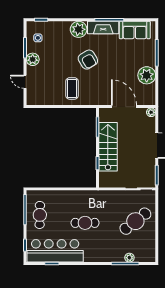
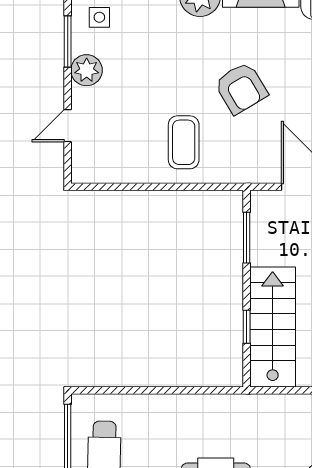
armchair: (88, 60) -> (241, 88), moved
door: (25, 82) -> (68, 126), hinge flipped
stairs: (108, 147) -> (273, 327), moved

